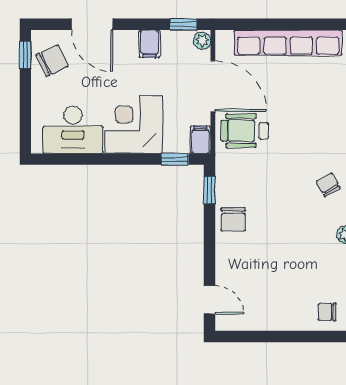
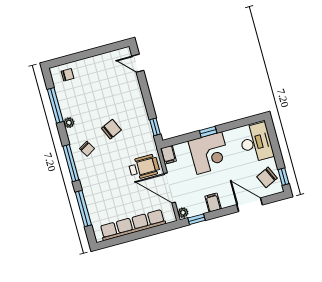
desk: (73, 130) -> (256, 143), moved, turned 90
window: (175, 159) -> (208, 132), moved
chair: (233, 219) -> (111, 129), moved, turned 66

